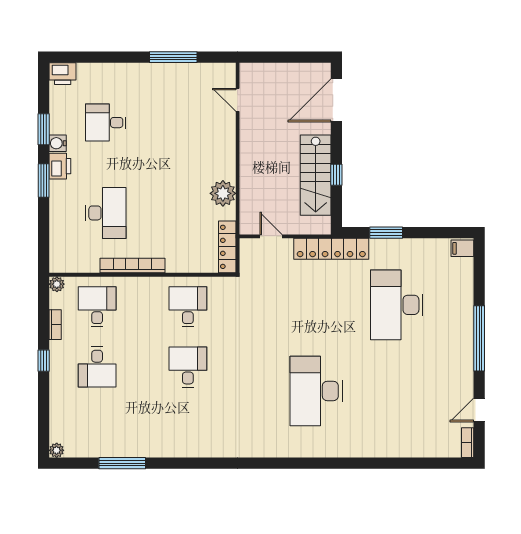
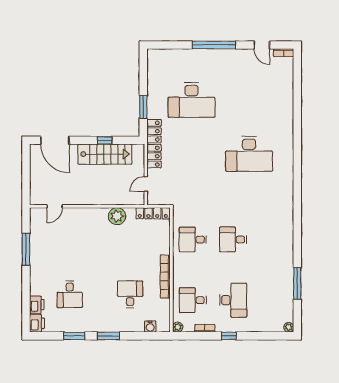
water cooler: (58, 143) -> (150, 327), moved
printer: (60, 166) -> (37, 305), moved, turned 90
desk: (106, 213) -> (130, 294), width x0.73
filing cabinet: (462, 248) -> (154, 56), removed
desk: (97, 367) -> (233, 300), width x1.37

